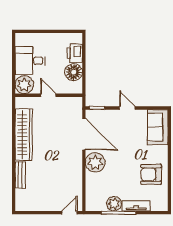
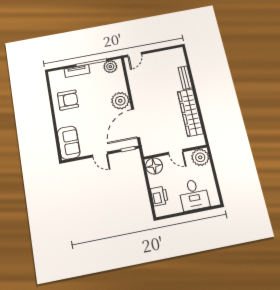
desk: (30, 61) -> (194, 195), moved, turned 90
floor lamp: (74, 72) -> (154, 166), moved
door: (84, 134) -> (135, 123), hinge flipped
plant: (114, 204) -> (110, 67), moved

